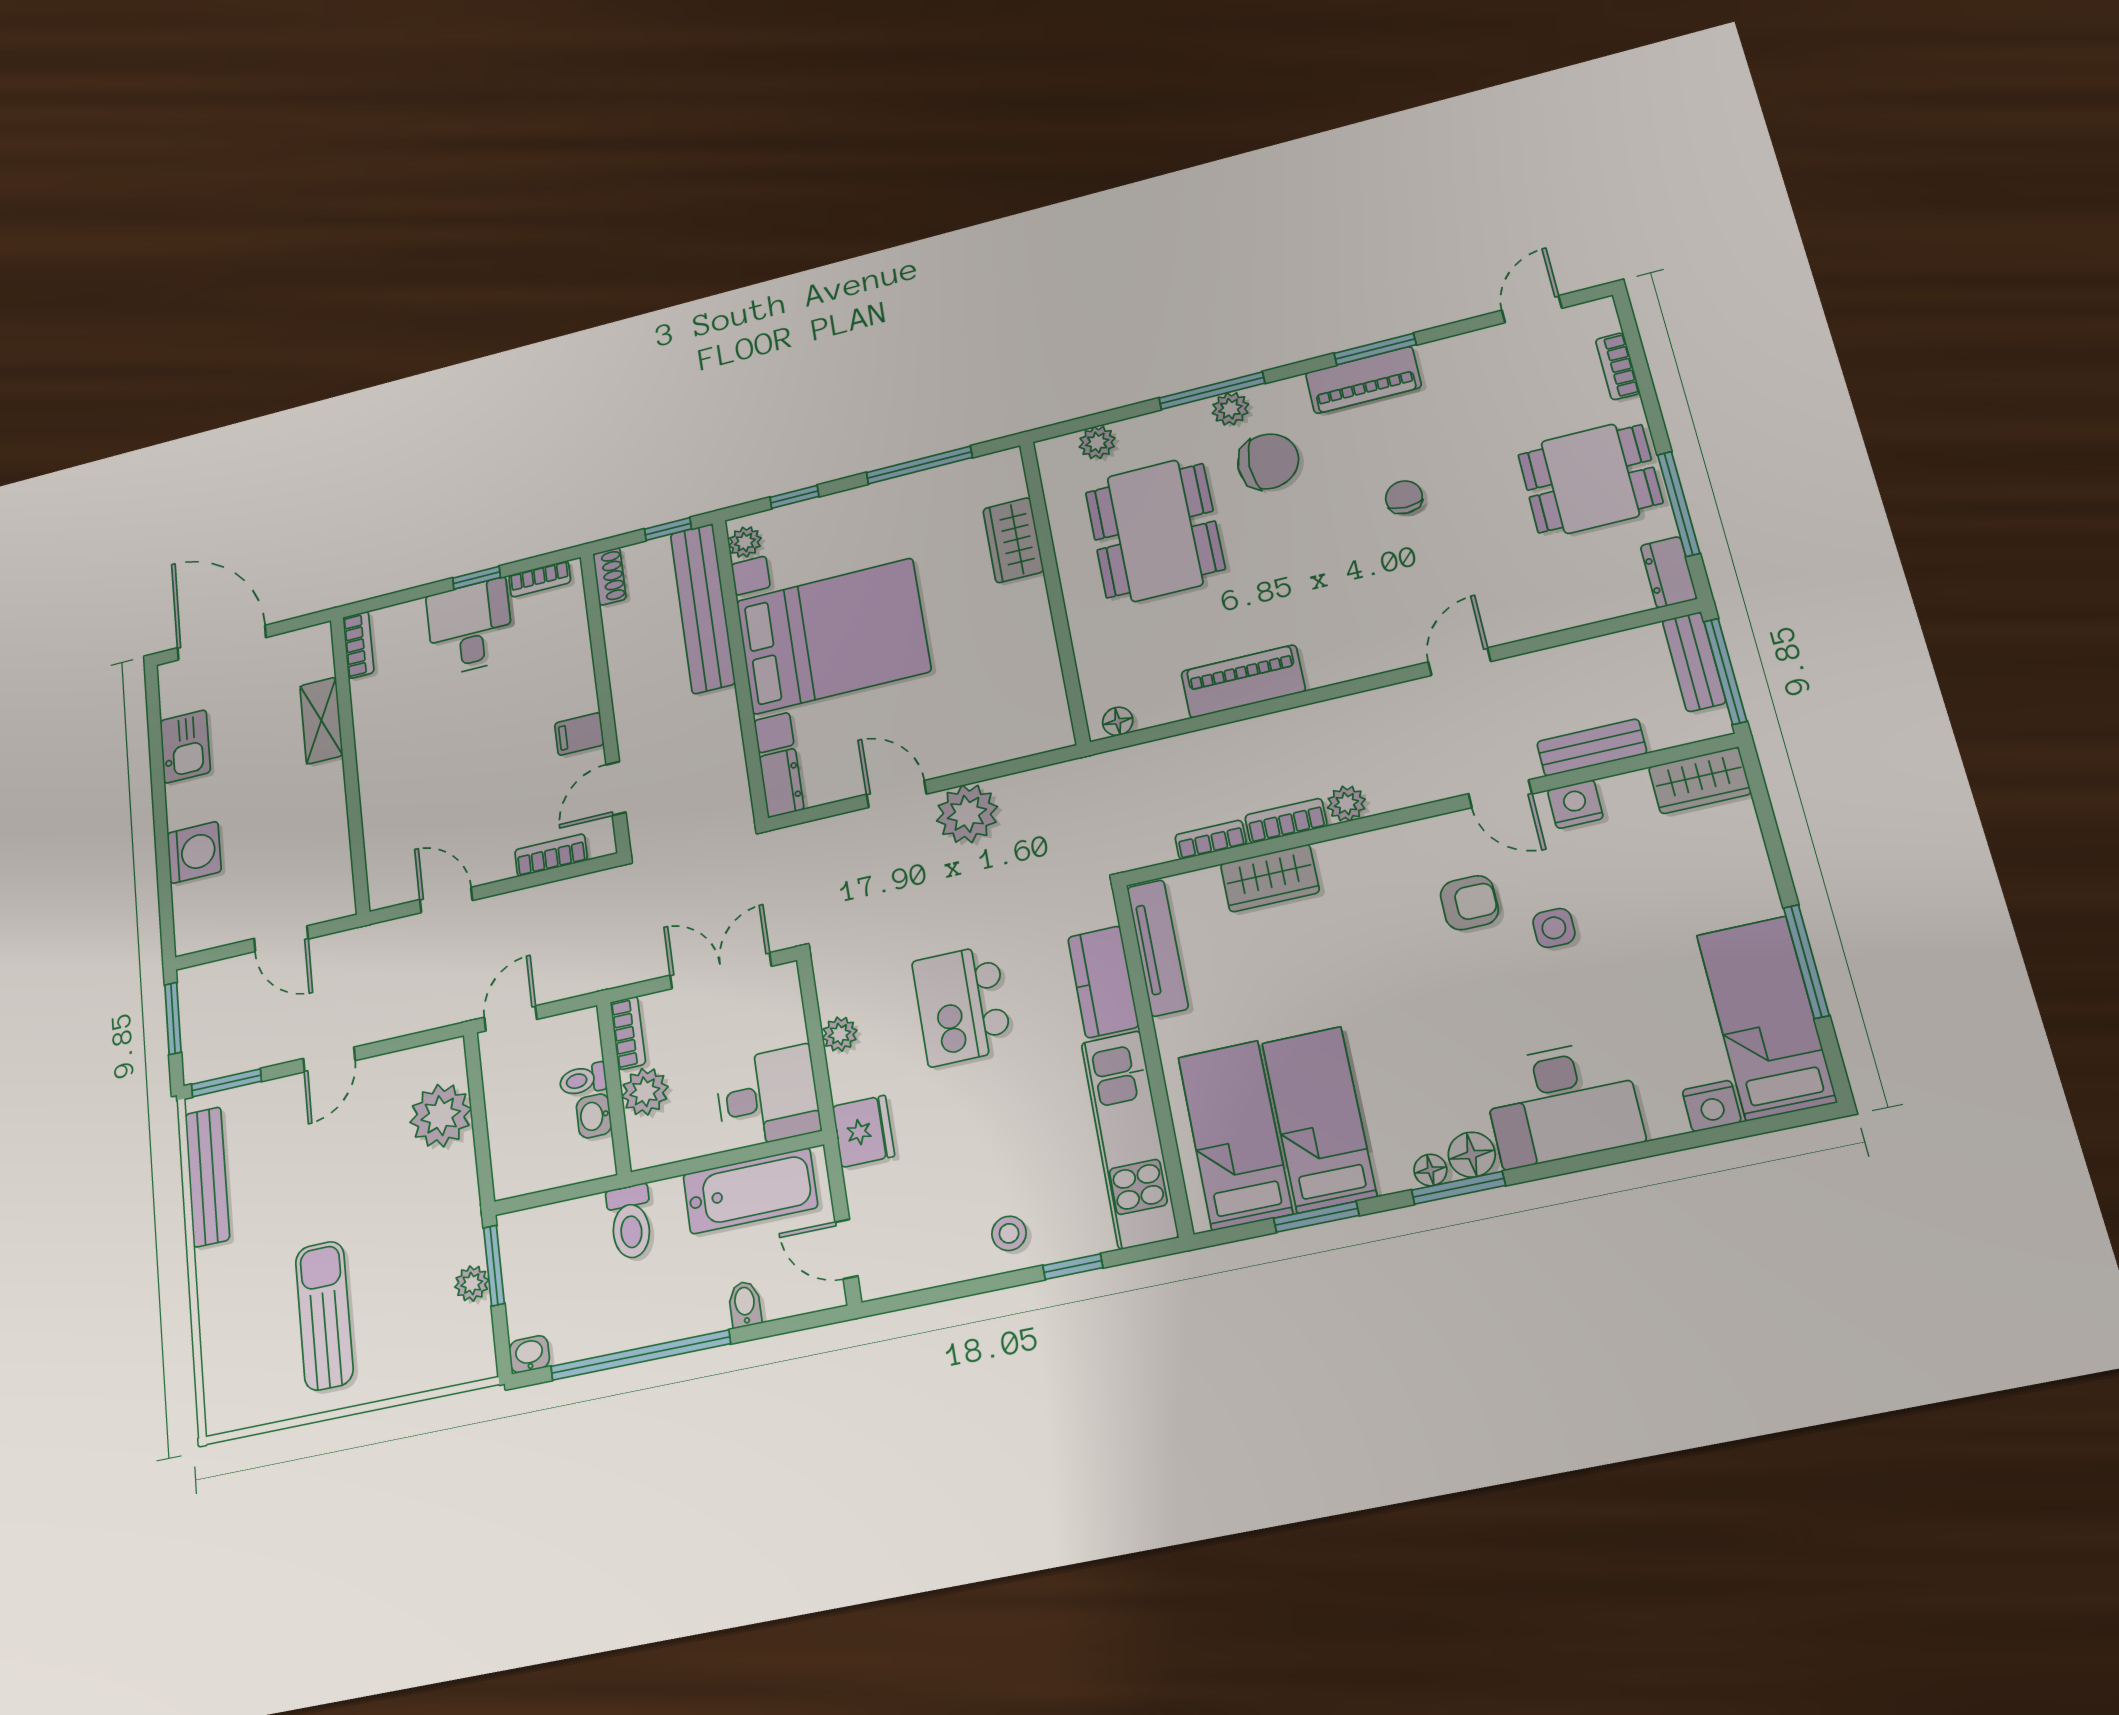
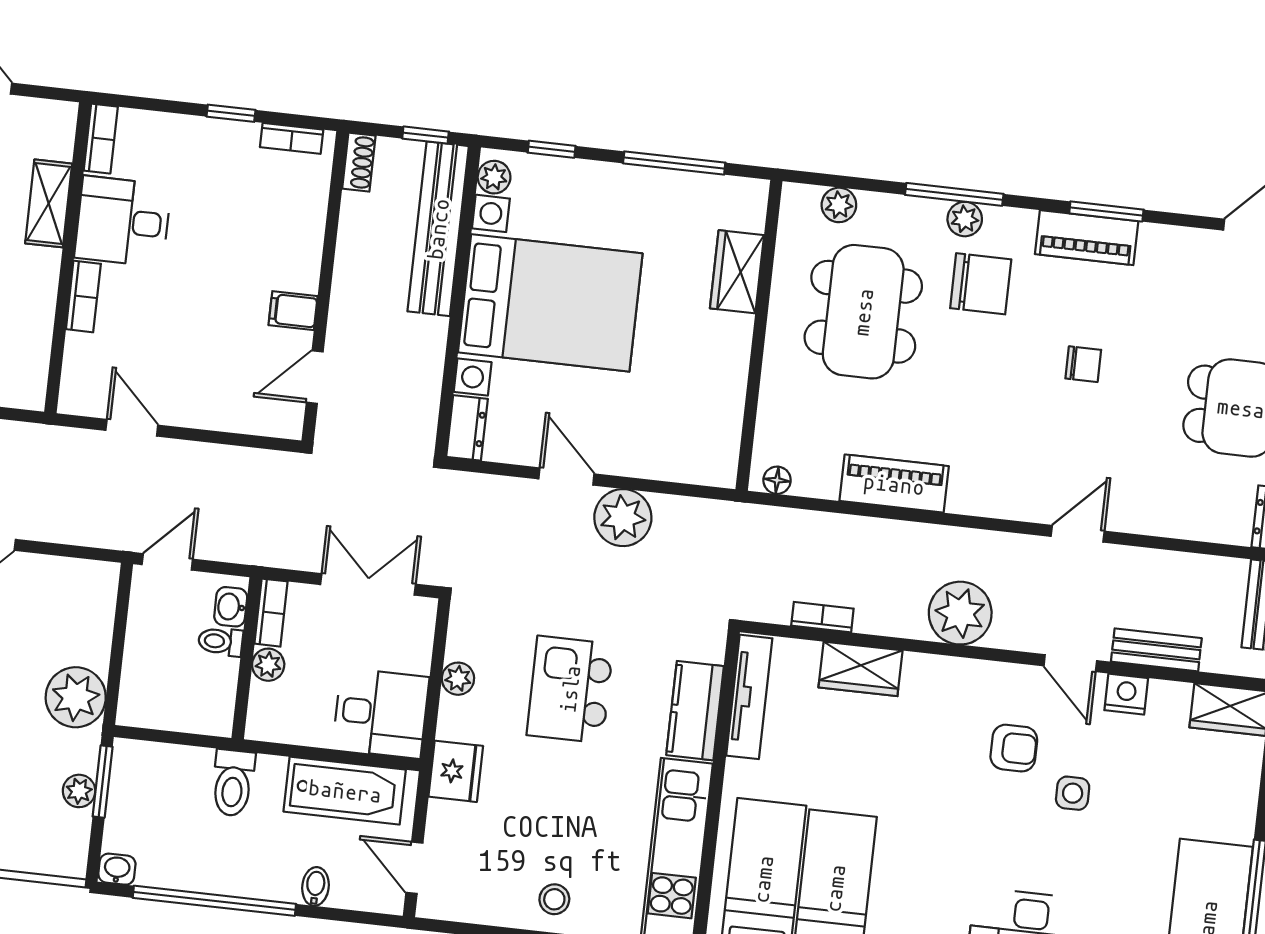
chair: (1404, 497) -> (1083, 364), turned 90
desk: (470, 627) -> (123, 221), moved, turned -90
plant: (1346, 804) -> (960, 613), width x1.87, depth x1.87
bookcase: (1286, 821) -> (890, 623), removed
bookcase: (551, 855) -> (83, 297), moved, turned 90
plant: (645, 1092) -> (268, 665), width x0.73, depth x0.73
plant: (441, 1116) -> (76, 697), moved
washbasin: (594, 1116) -> (231, 607), moved

